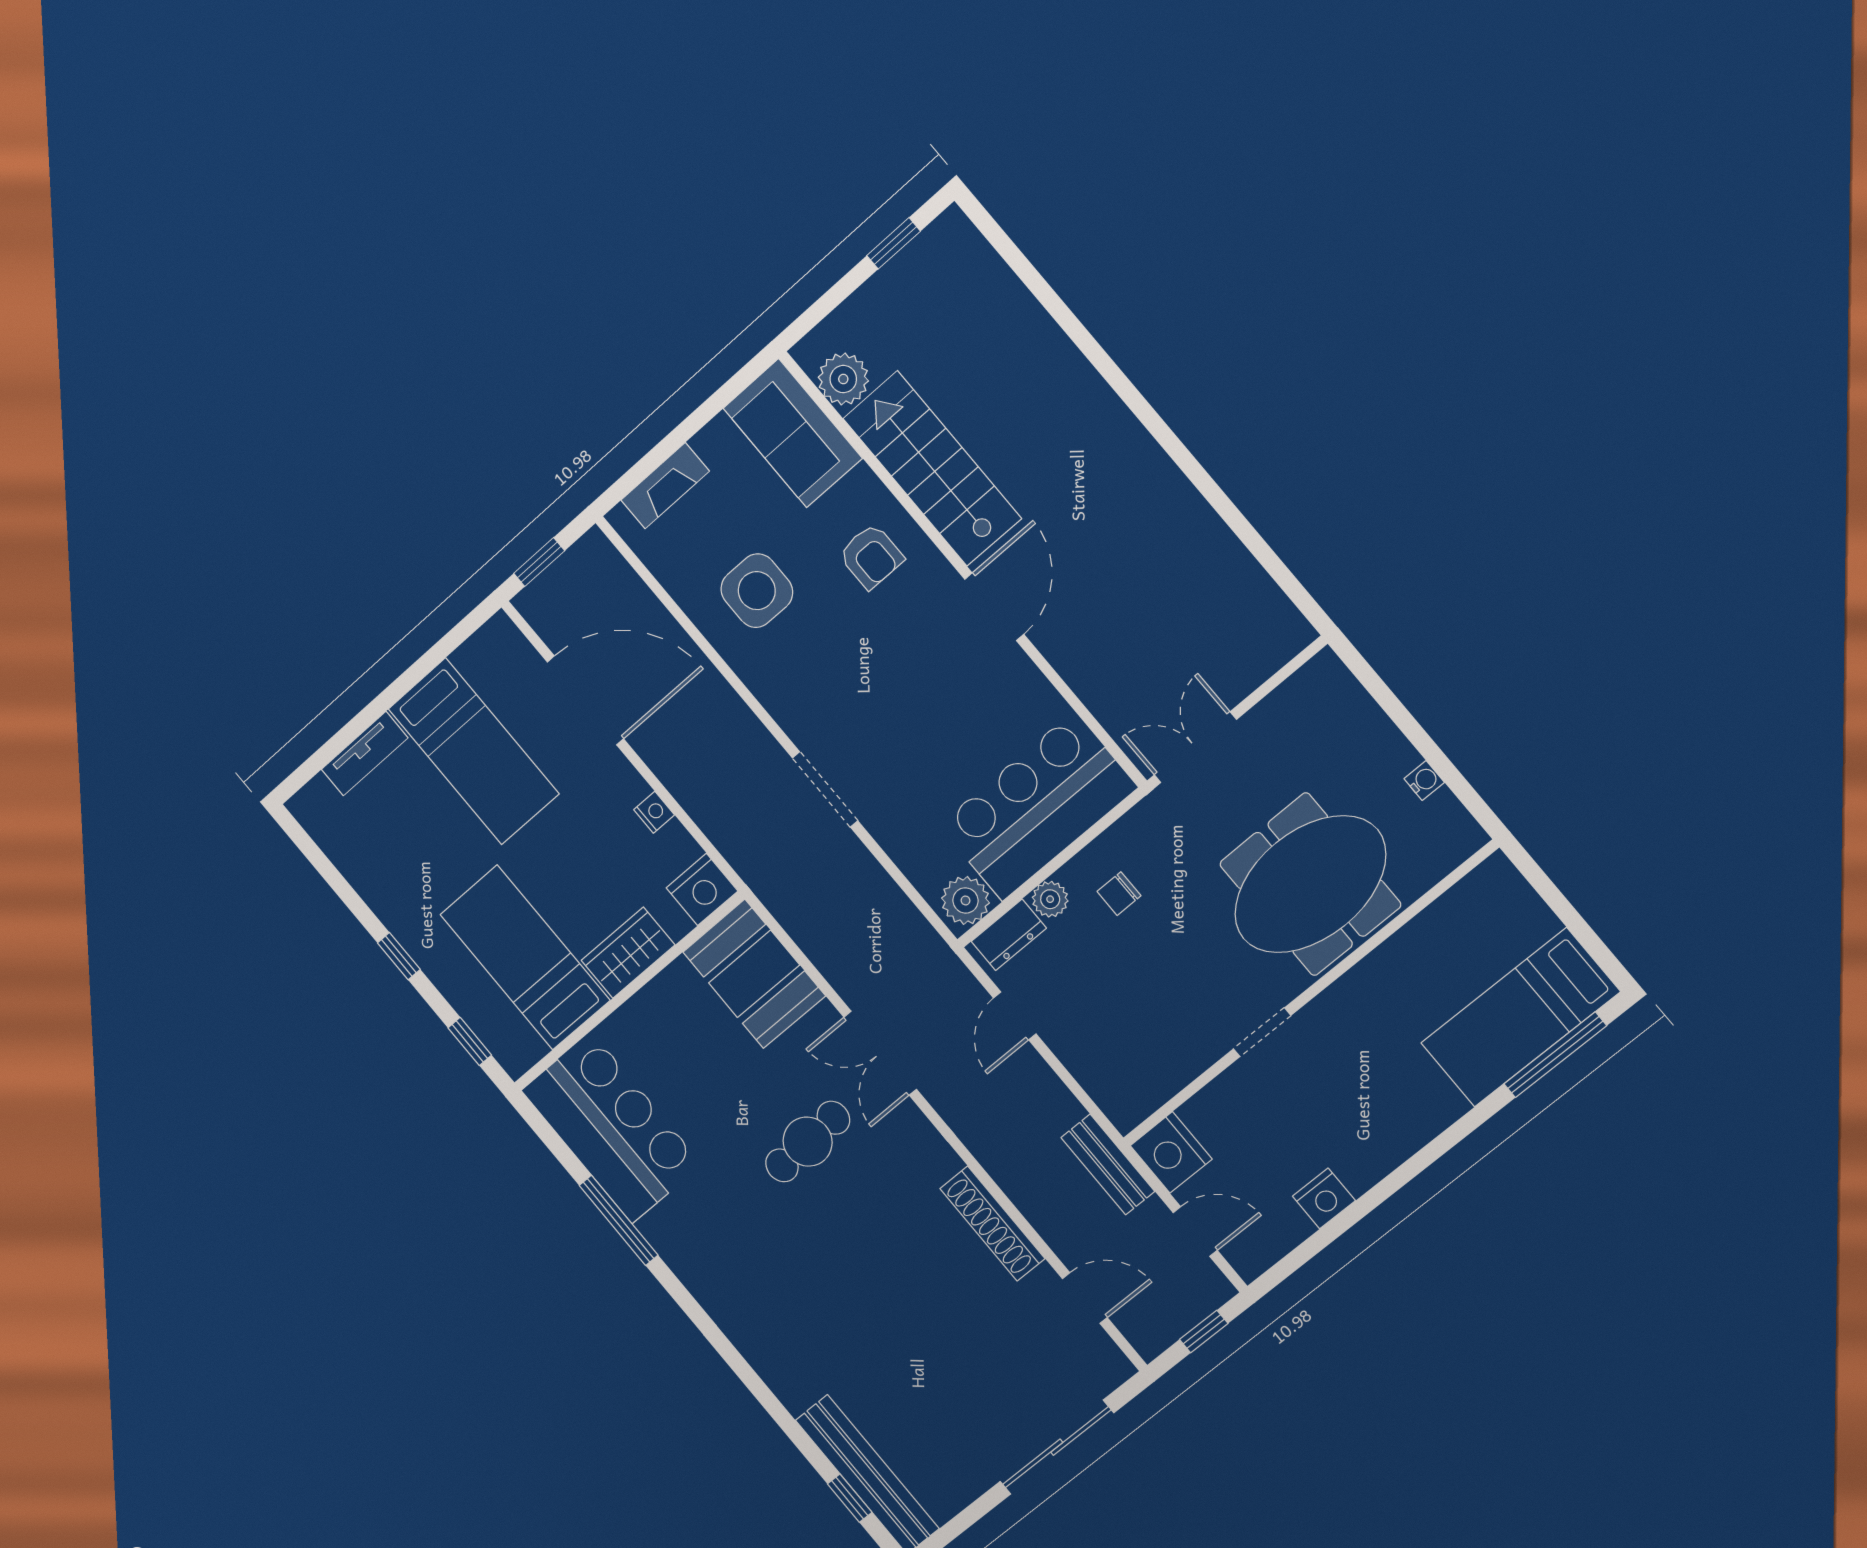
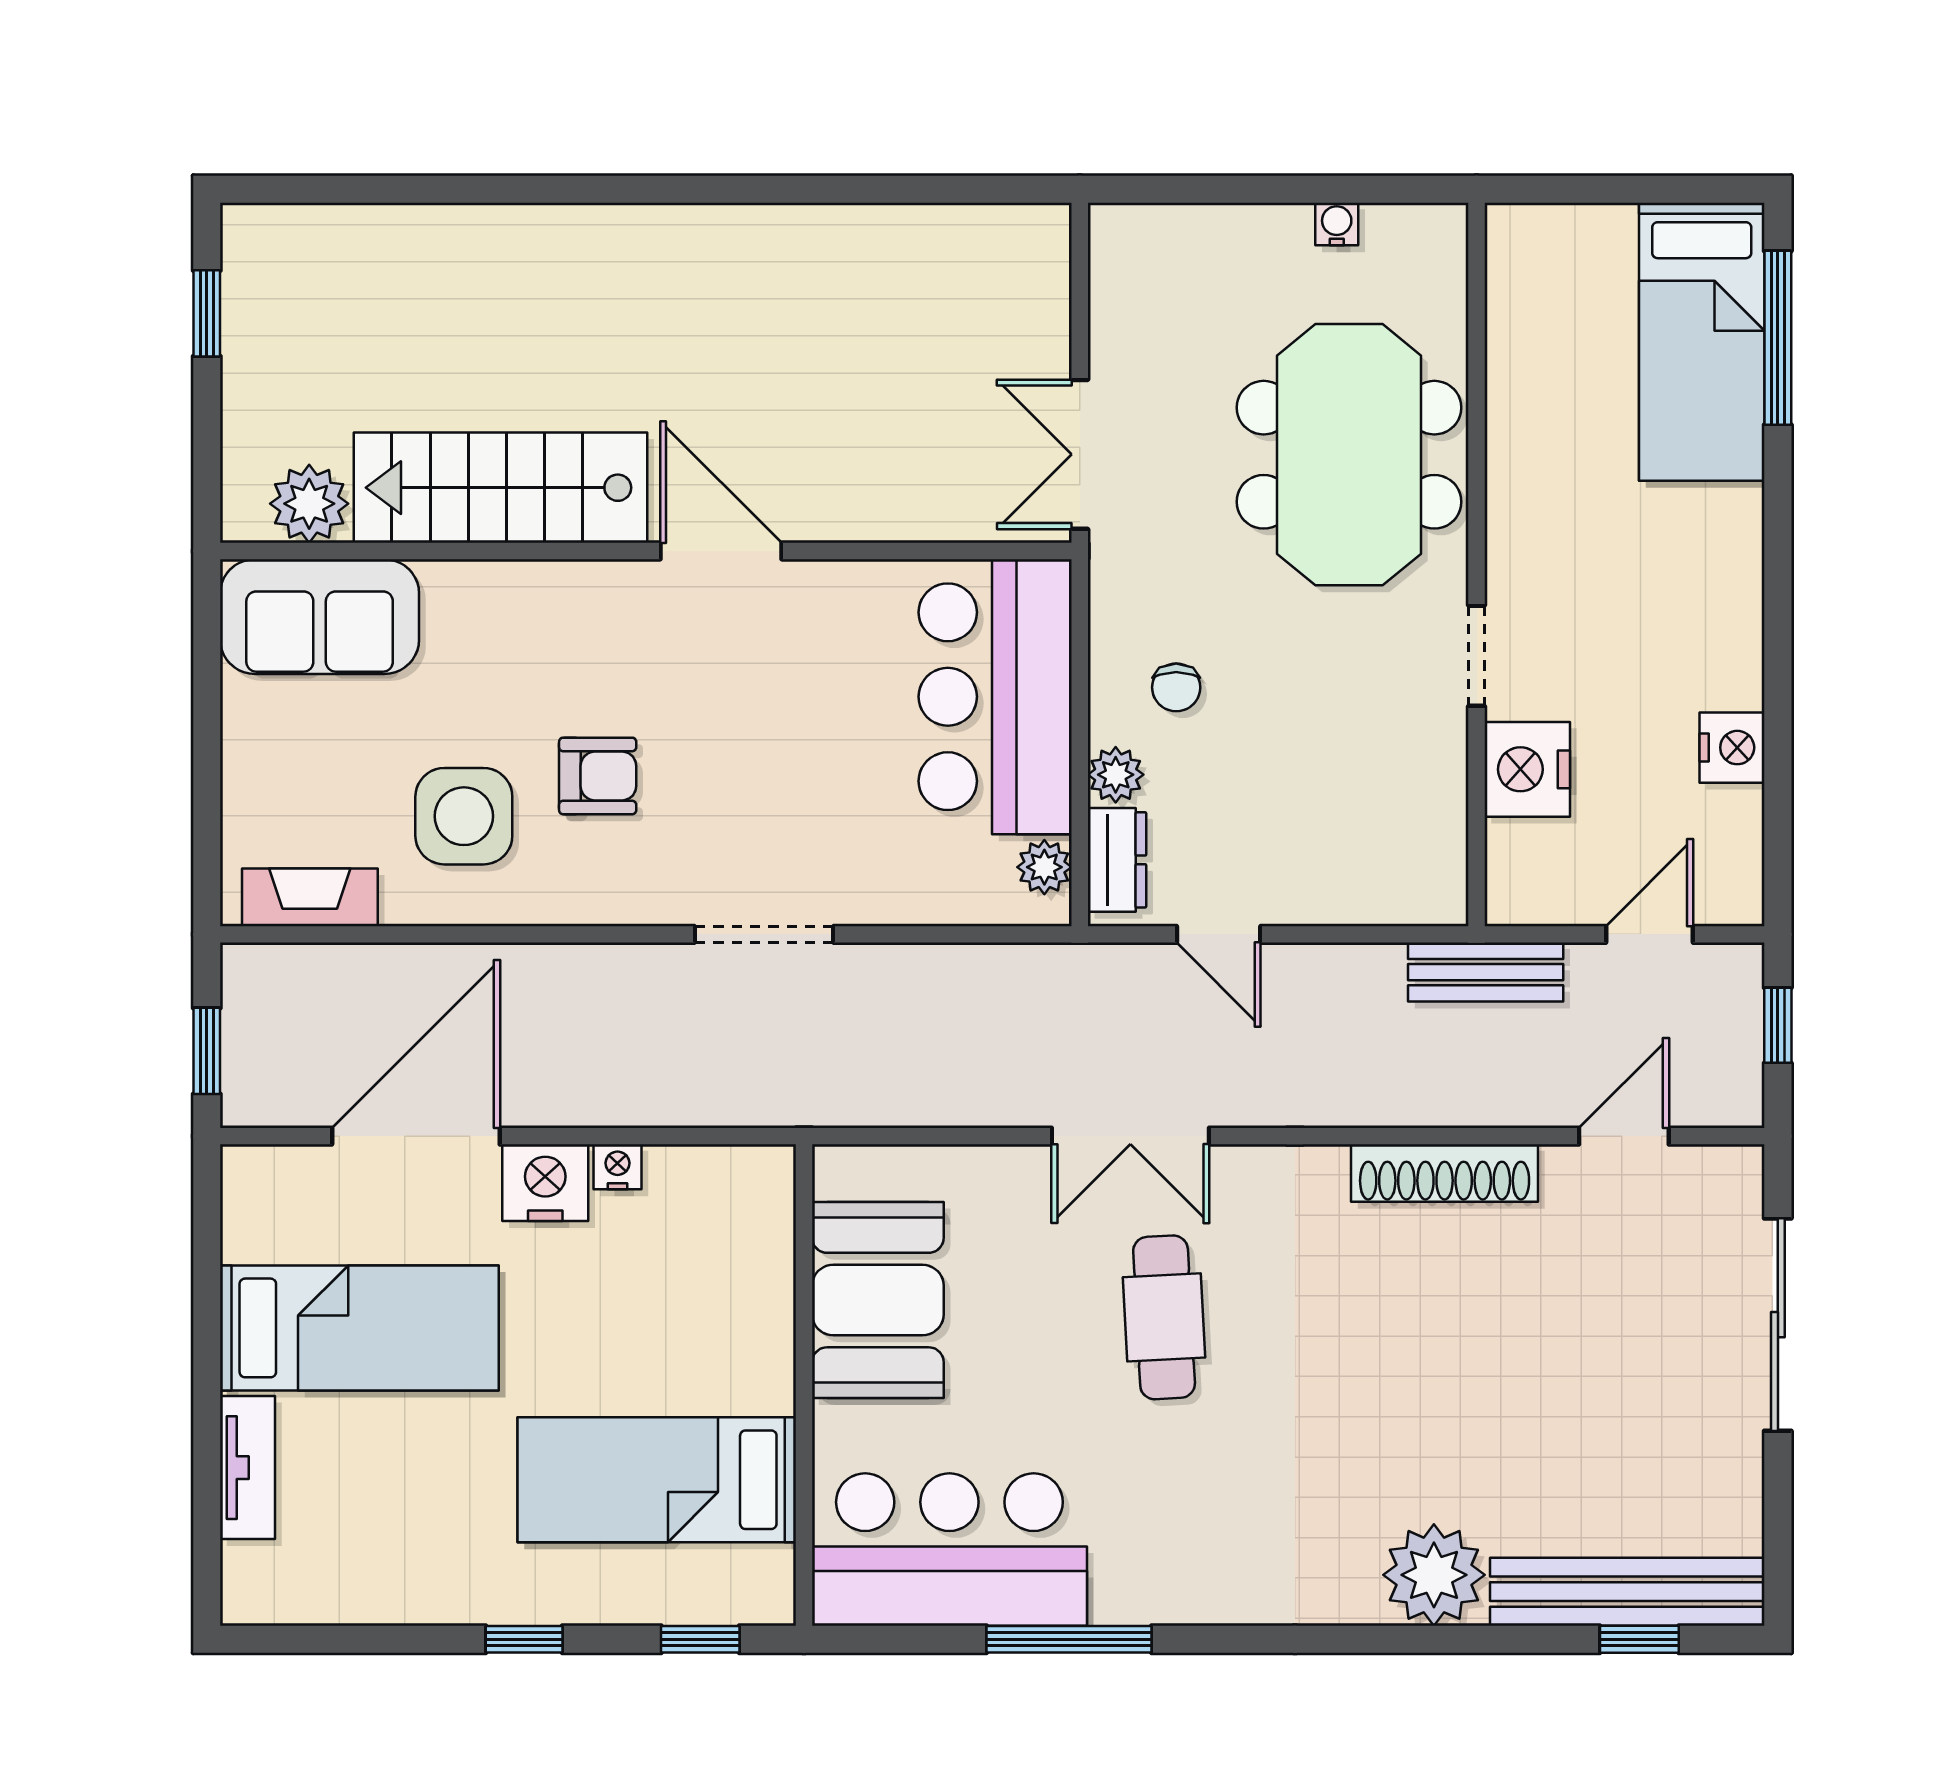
fireplace: (665, 486) -> (310, 897), moved, turned -90
armchair: (871, 556) -> (598, 776), moved
nightstand: (702, 889) -> (545, 1183), moved, turned -90
plant: (965, 900) -> (1044, 867), width x0.73, depth x0.73
wardrobe: (628, 953) -> (757, 1345), removed
booth: (754, 974) -> (878, 1300), moved, turned 90
nightstand: (1171, 1152) -> (1527, 769), moved, turned 90
plant: (796, 1374) -> (1434, 1575), added

